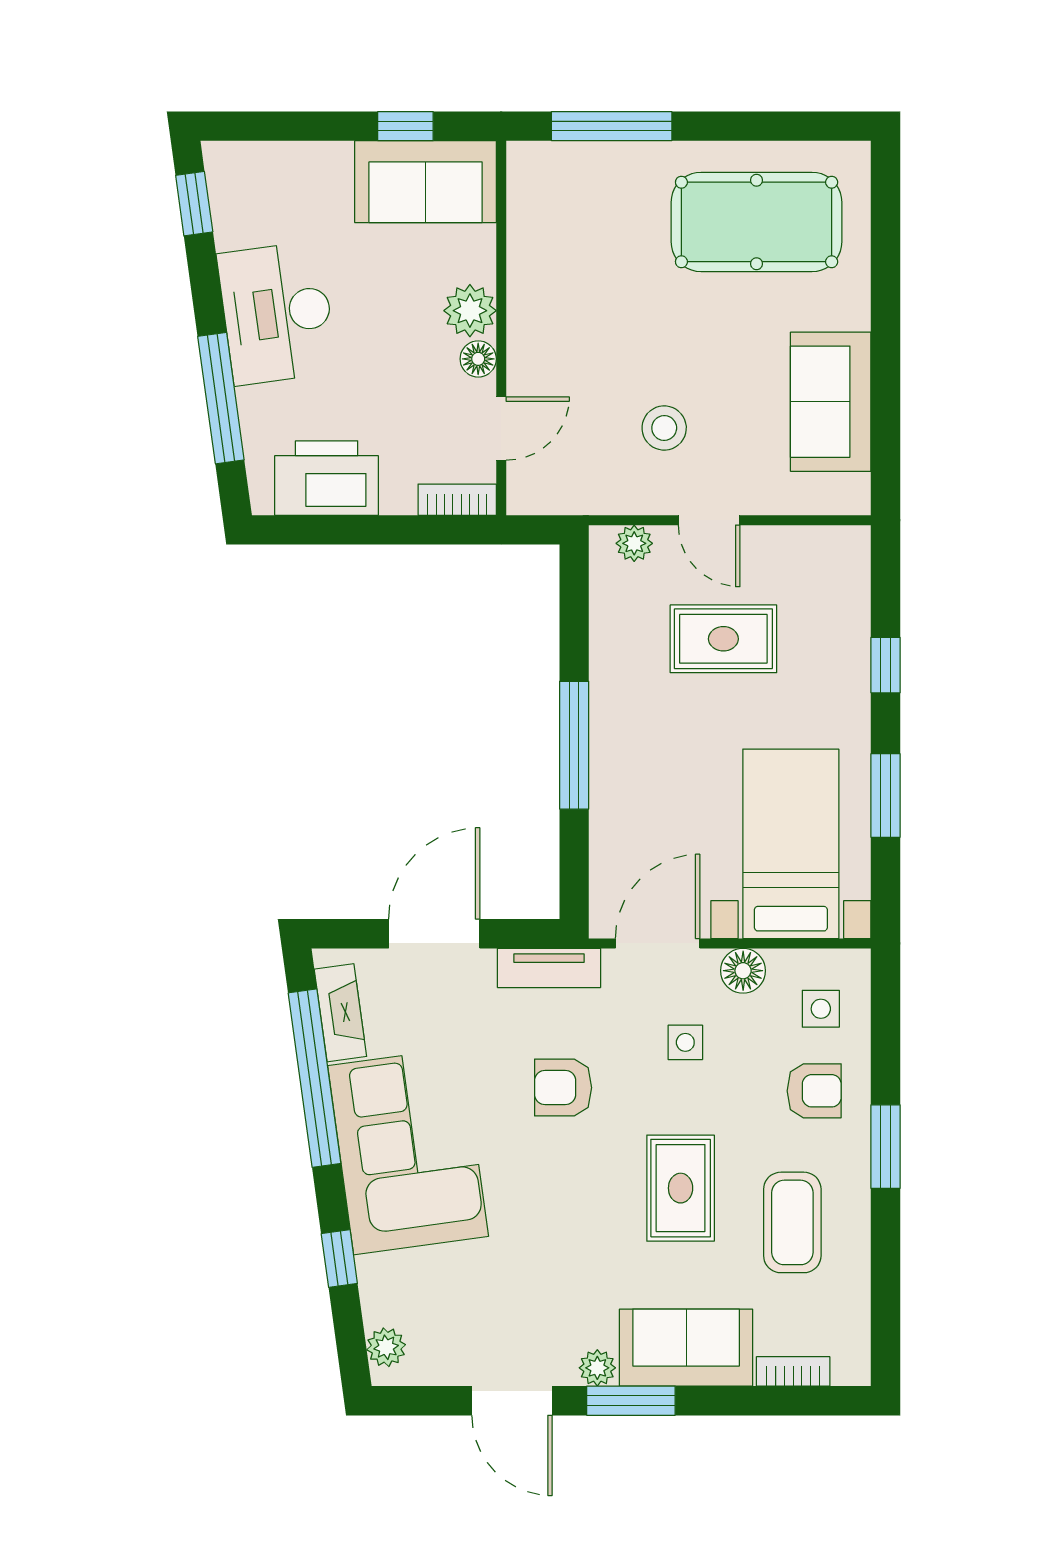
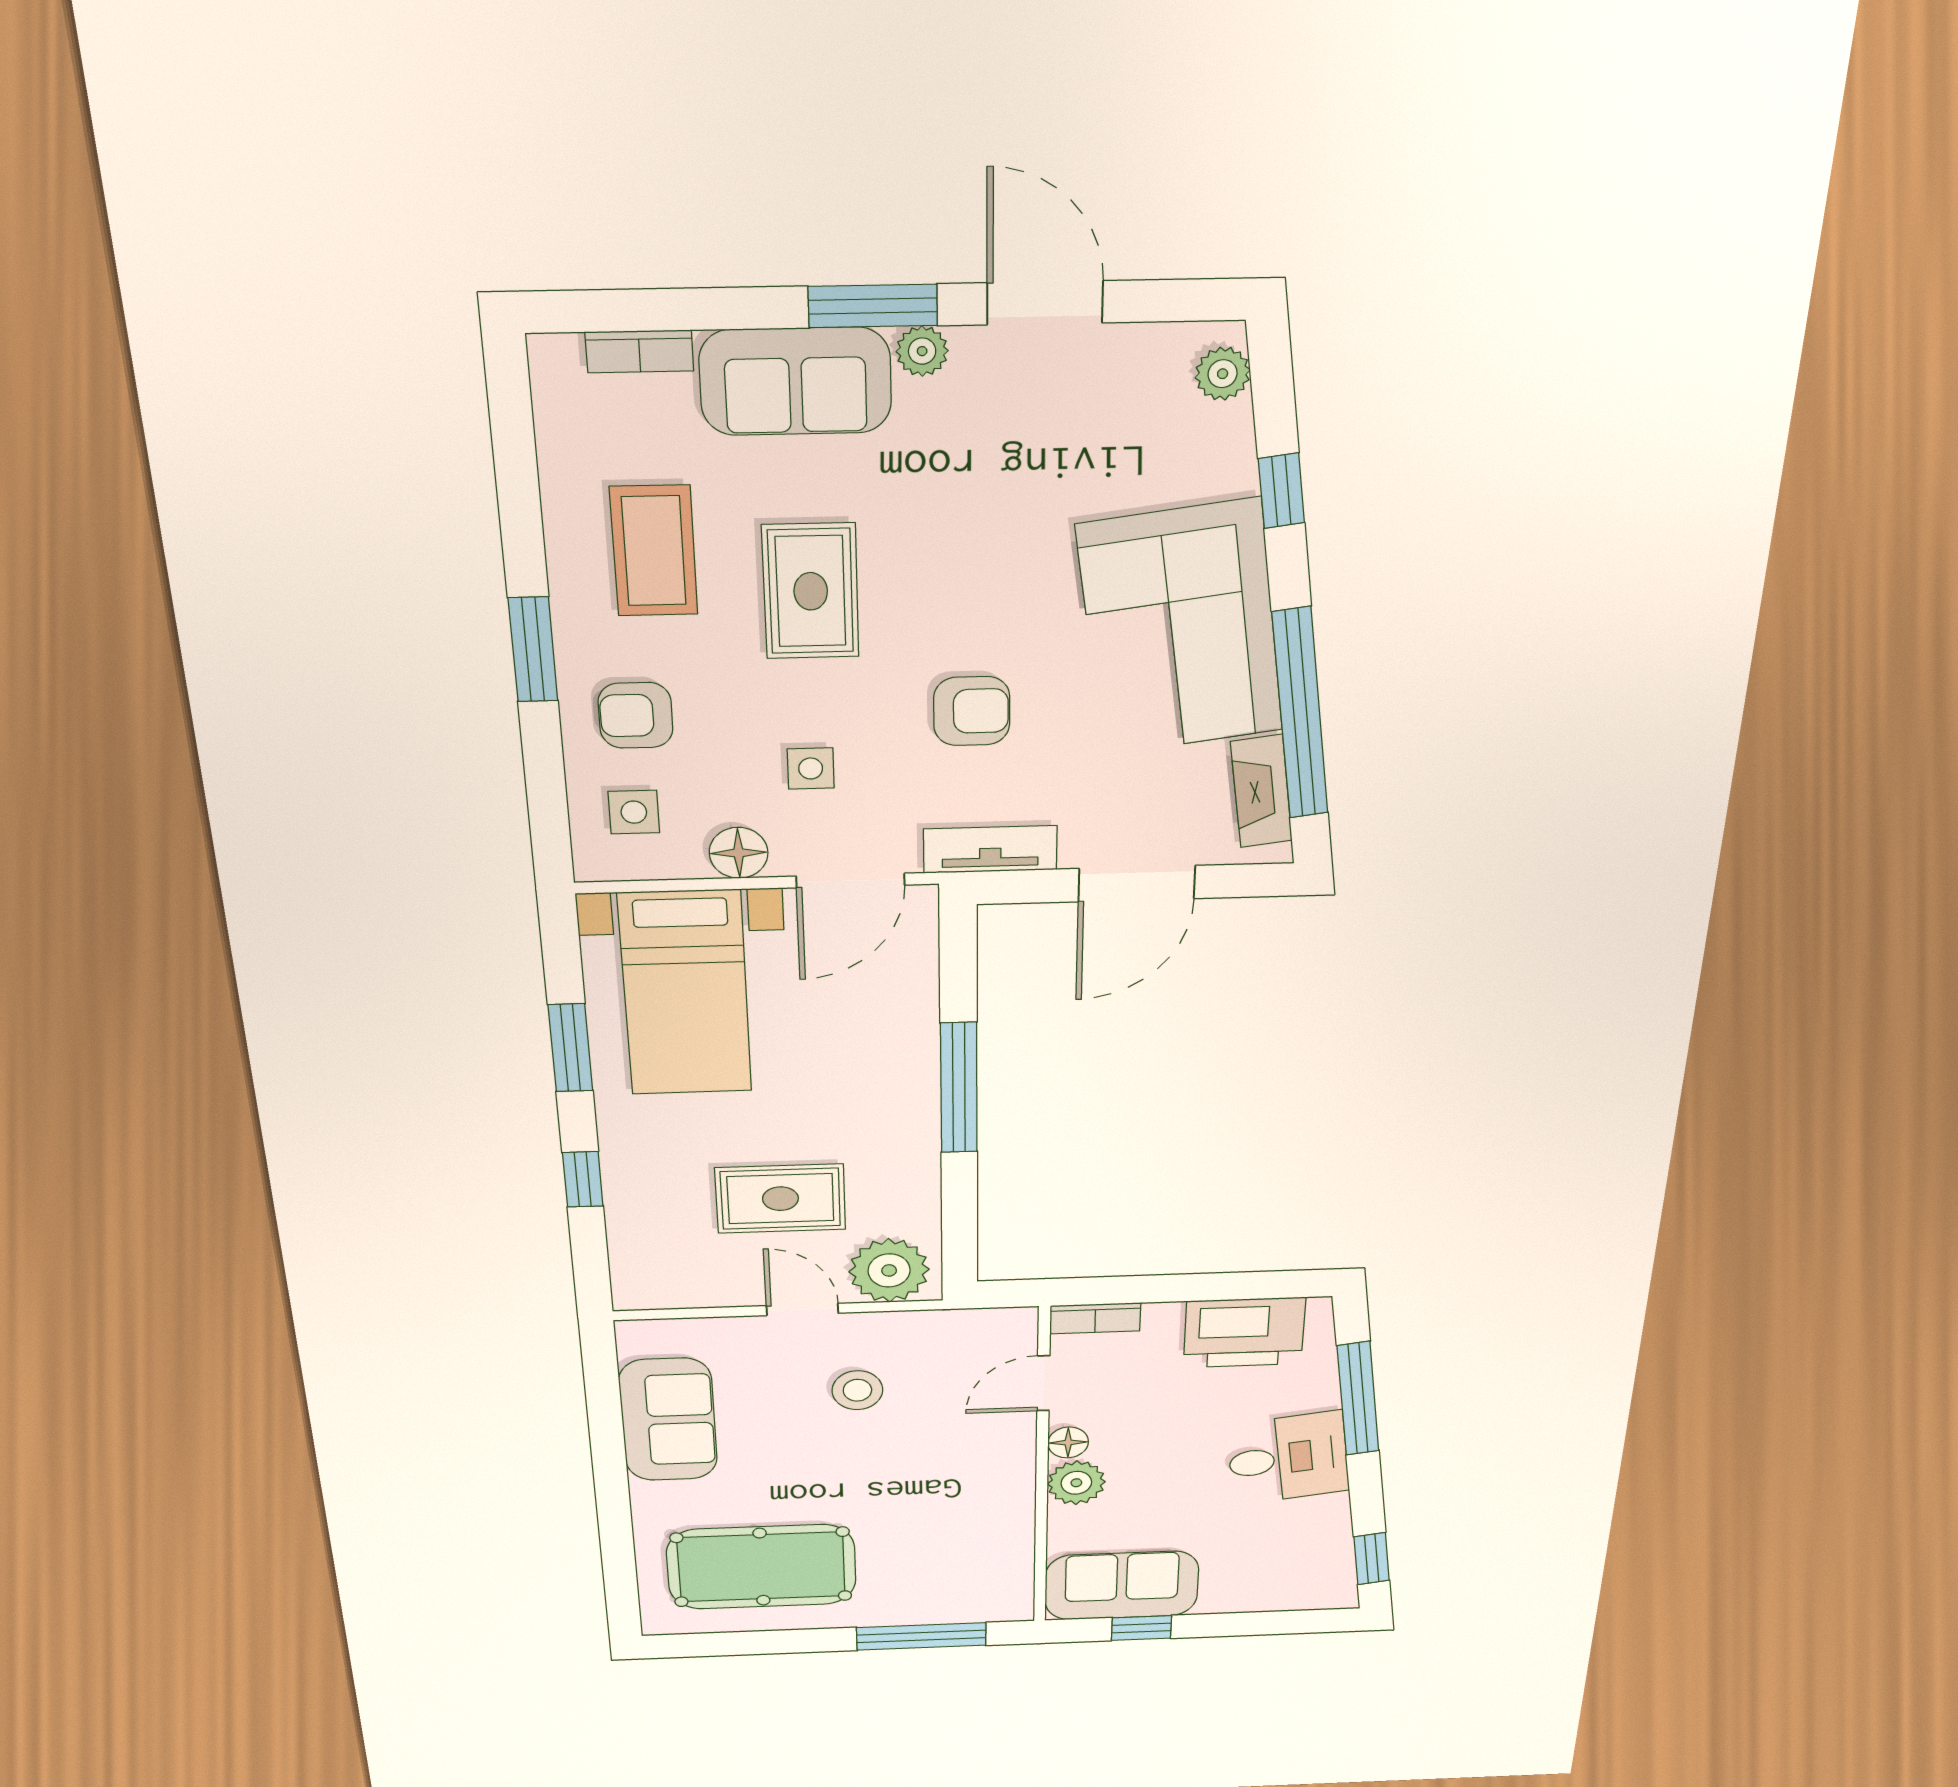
desk: (277, 313) -> (1288, 1458), width x0.73
plant: (634, 543) -> (889, 1270), width x1.88, depth x1.88

